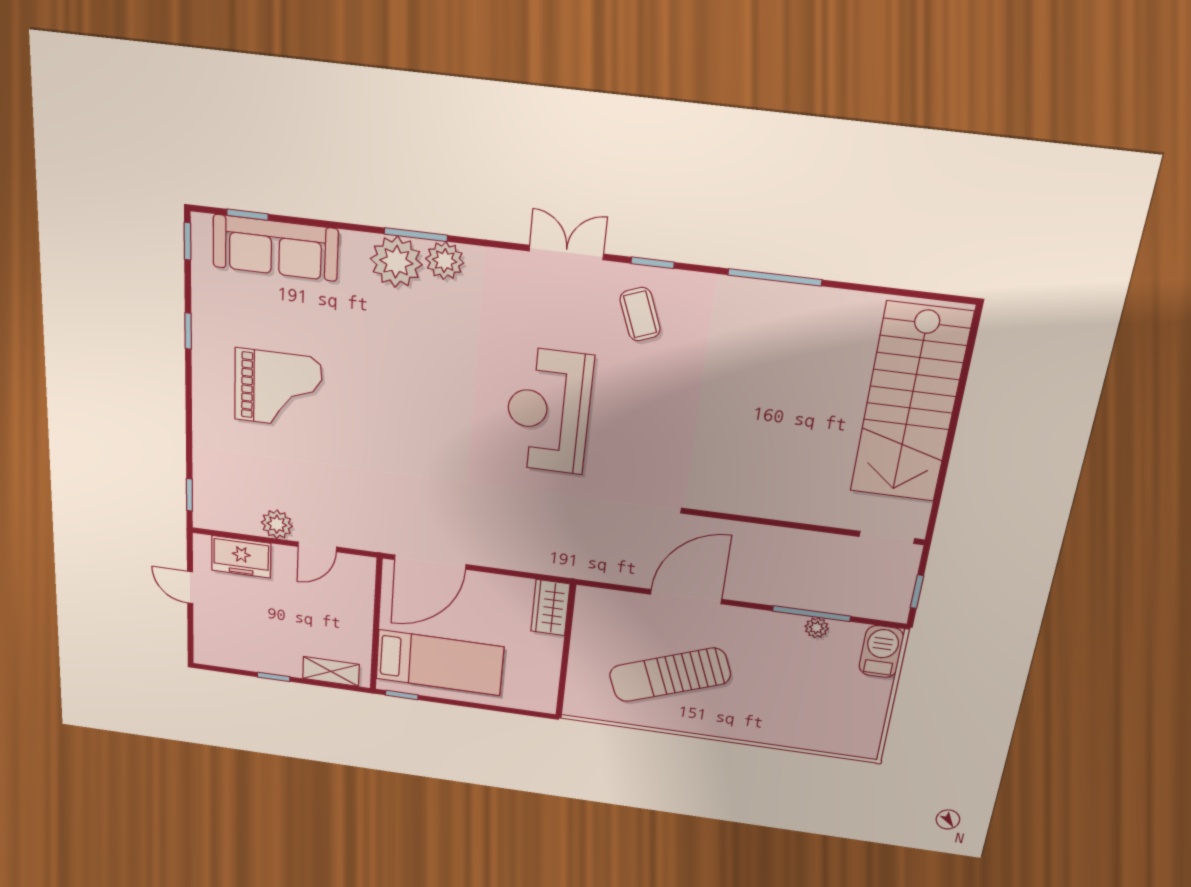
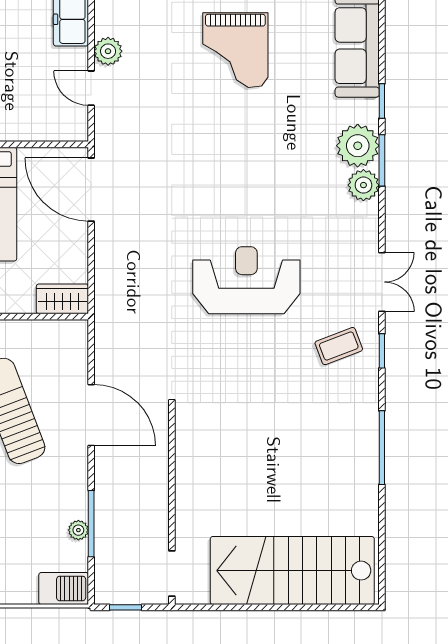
window: (247, 215) -> (382, 101), moved

